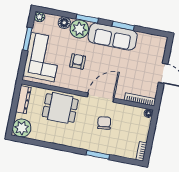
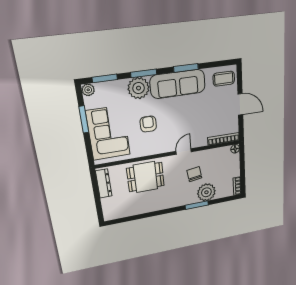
window: (55, 12) -> (105, 78), added
floor lamp: (64, 23) -> (119, 87), removed
coffee table: (154, 46) -> (224, 79), added
door: (101, 97) -> (184, 152), width x0.53
plant: (22, 128) -> (206, 192), moved

